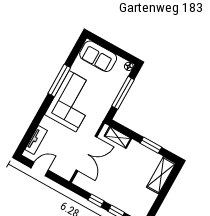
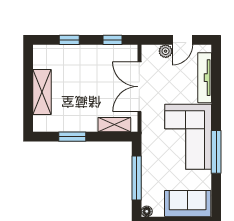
tv unit: (36, 140) -> (205, 78), width x1.41
plant: (55, 168) -> (166, 51), added
shelving: (161, 175) -> (42, 92), moved
window: (96, 201) -> (113, 40), moved

